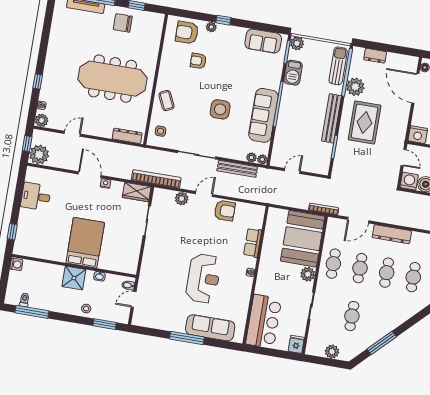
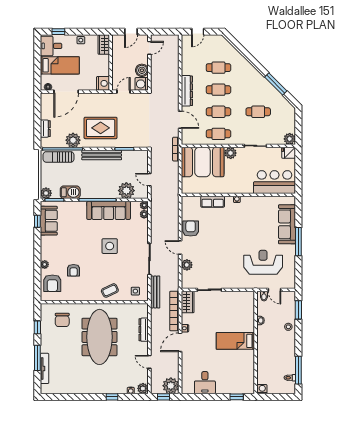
window: (223, 20) -> (37, 221), moved
chair: (123, 23) -> (62, 320), moved
dresser: (127, 136) -> (144, 330), moved
plant: (284, 141) -> (126, 191), added
bench: (237, 169) -> (155, 292), moved
bookcase: (156, 179) -> (174, 311), moved
bed: (85, 243) -> (235, 341), width x0.67
shower: (74, 278) -> (265, 341), removed
reception desk: (203, 278) -> (263, 262), moved
plant: (332, 352) -> (290, 139), moved

